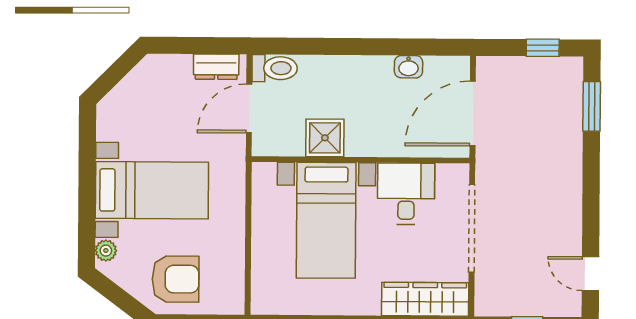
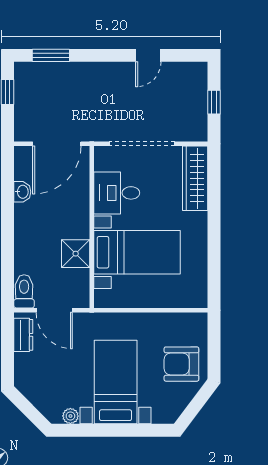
door: (473, 114) -> (57, 144), hinge flipped
plant: (106, 251) -> (70, 416), moved
door: (590, 274) -> (148, 55), moved
armchair: (176, 279) -> (181, 364), turned -90

